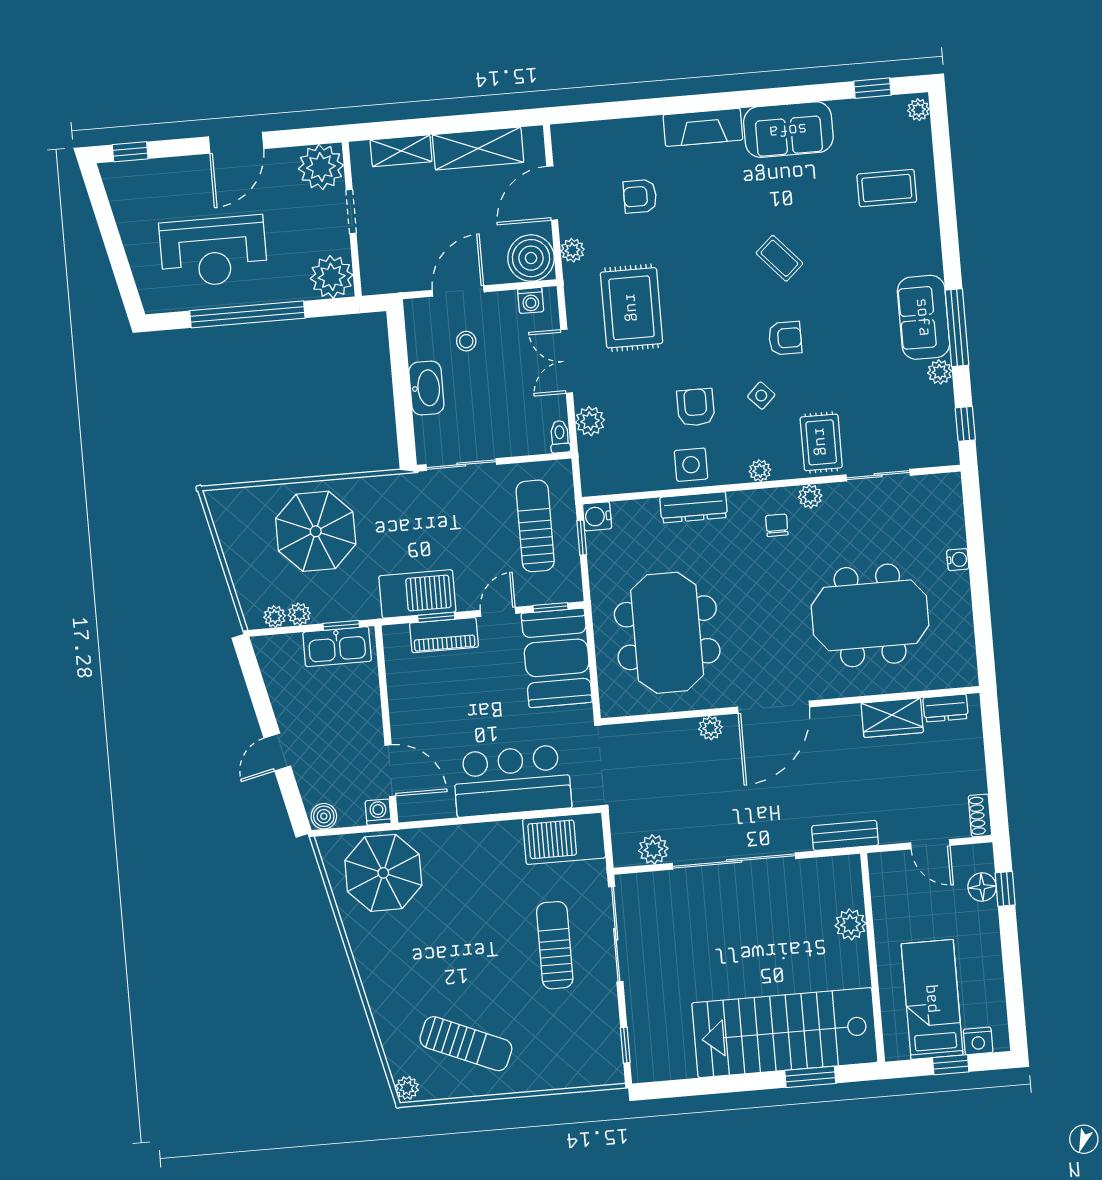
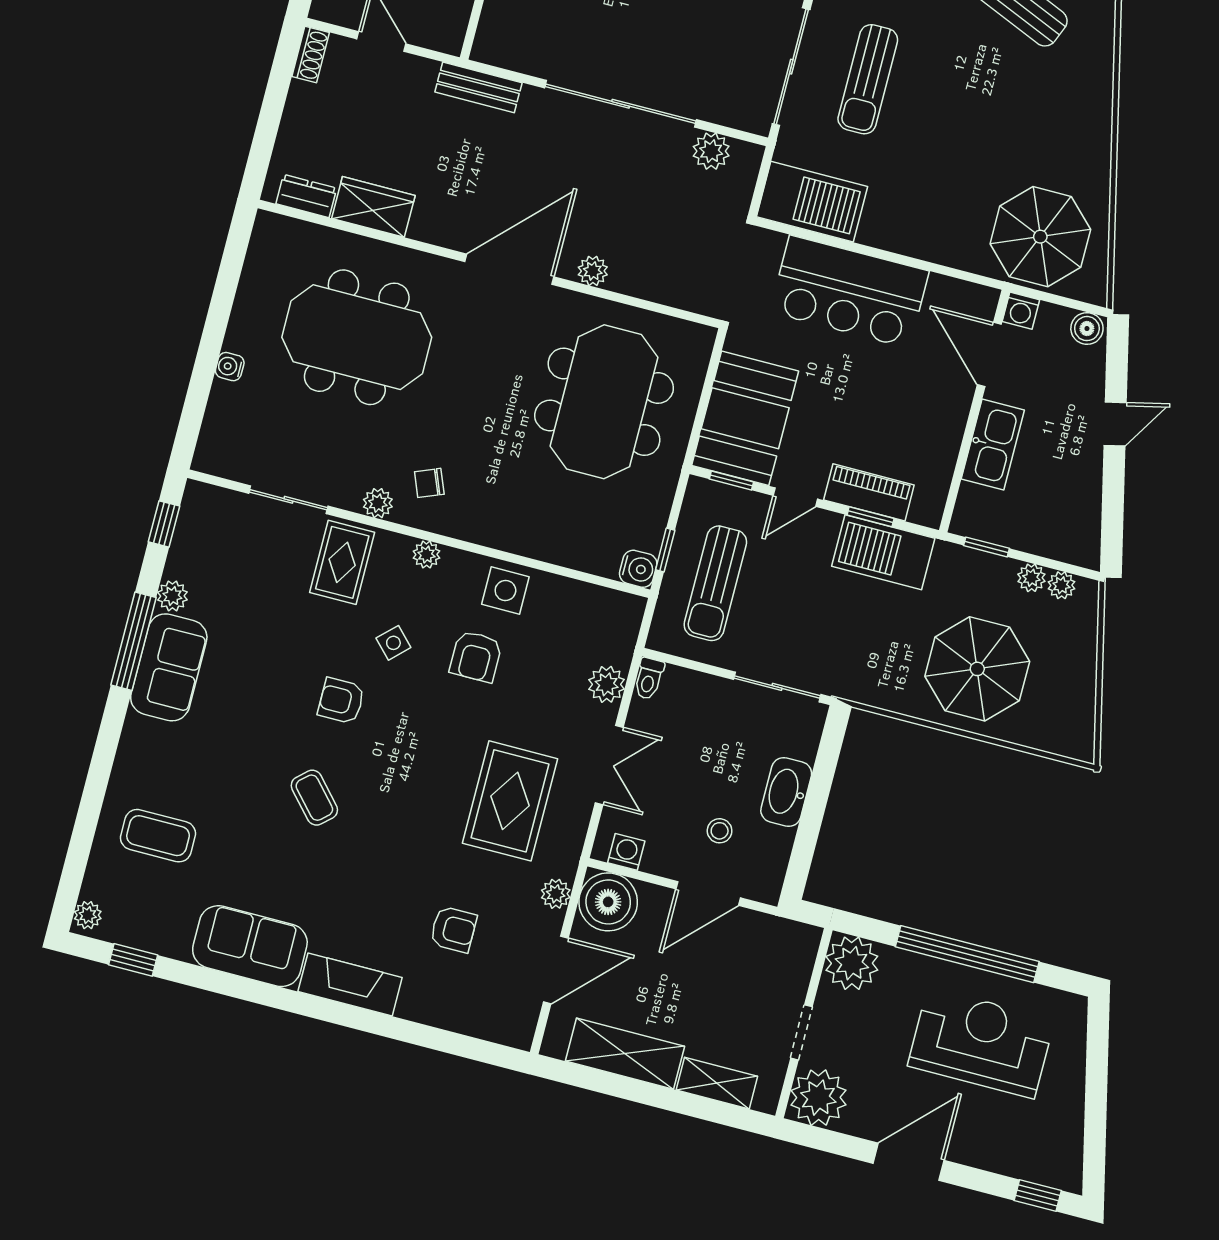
dresser: (694, 507) -> (520, 539), removed
chair: (777, 525) -> (429, 483), turned 68
kitchen sink: (337, 647) -> (993, 445), moved, turned 90

